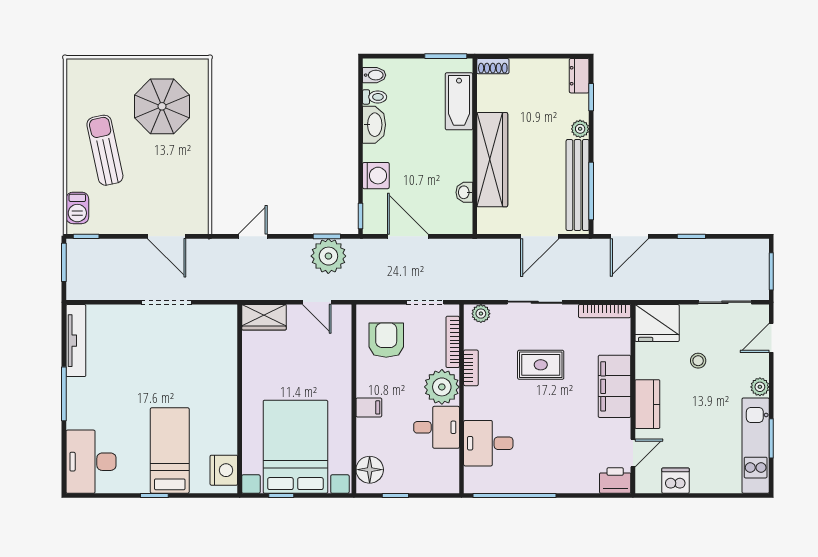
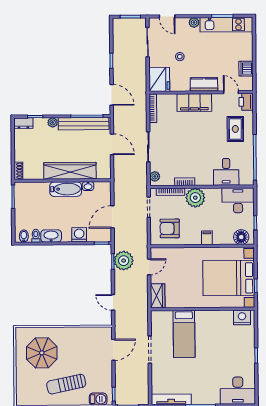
bathtub: (459, 101) -> (66, 189), moved
rug: (541, 365) -> (235, 129), moved
desk: (437, 427) -> (238, 200), moved, width x1.37
bed: (170, 450) -> (184, 334), moved, turned -90

